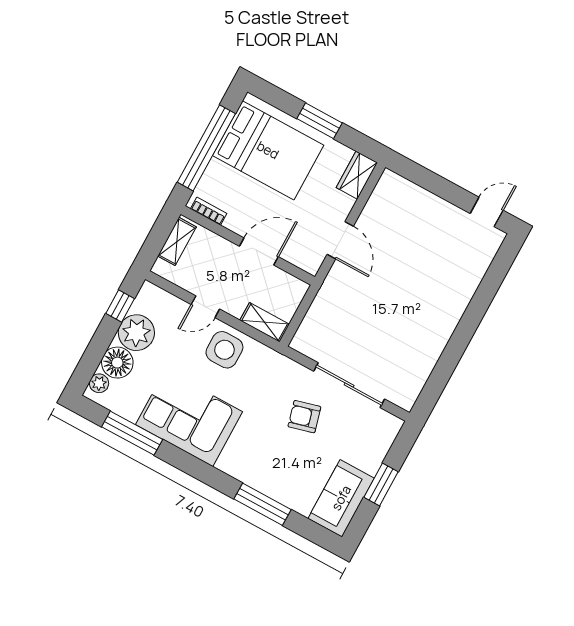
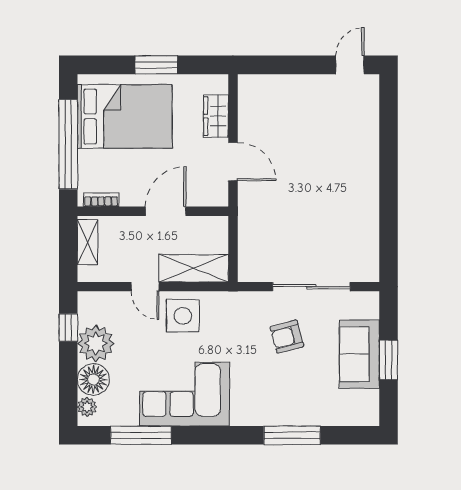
wardrobe: (357, 175) -> (216, 116), moved
door: (205, 307) -> (145, 287), hinge flipped
shelving: (265, 322) -> (194, 268), width x1.50, depth x1.33
sofa: (341, 498) -> (359, 354), moved

